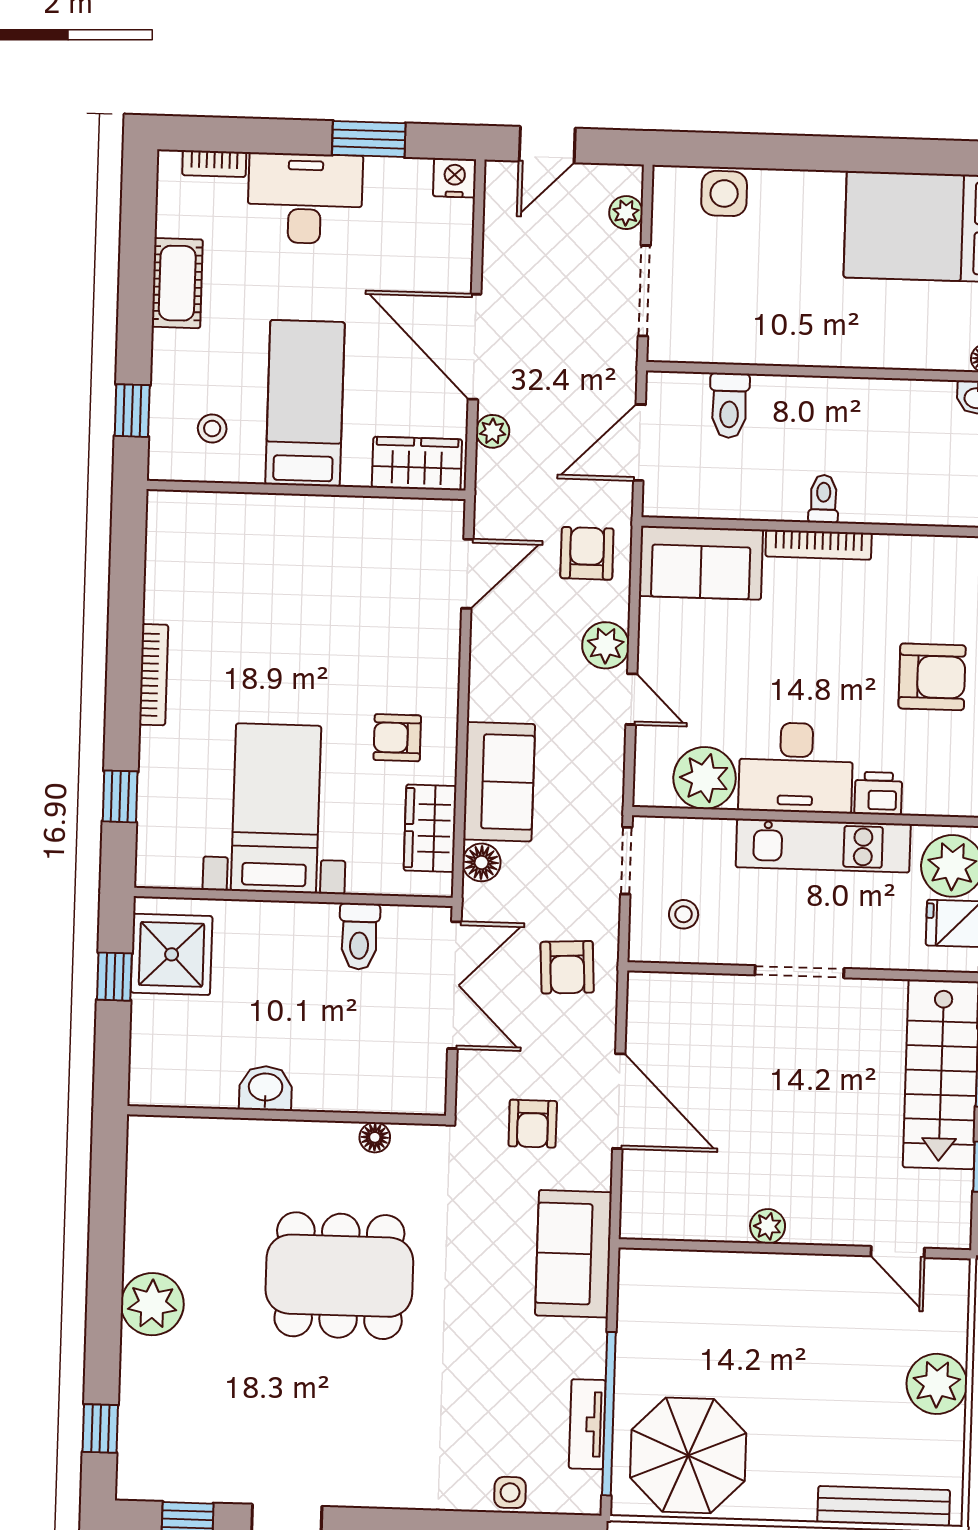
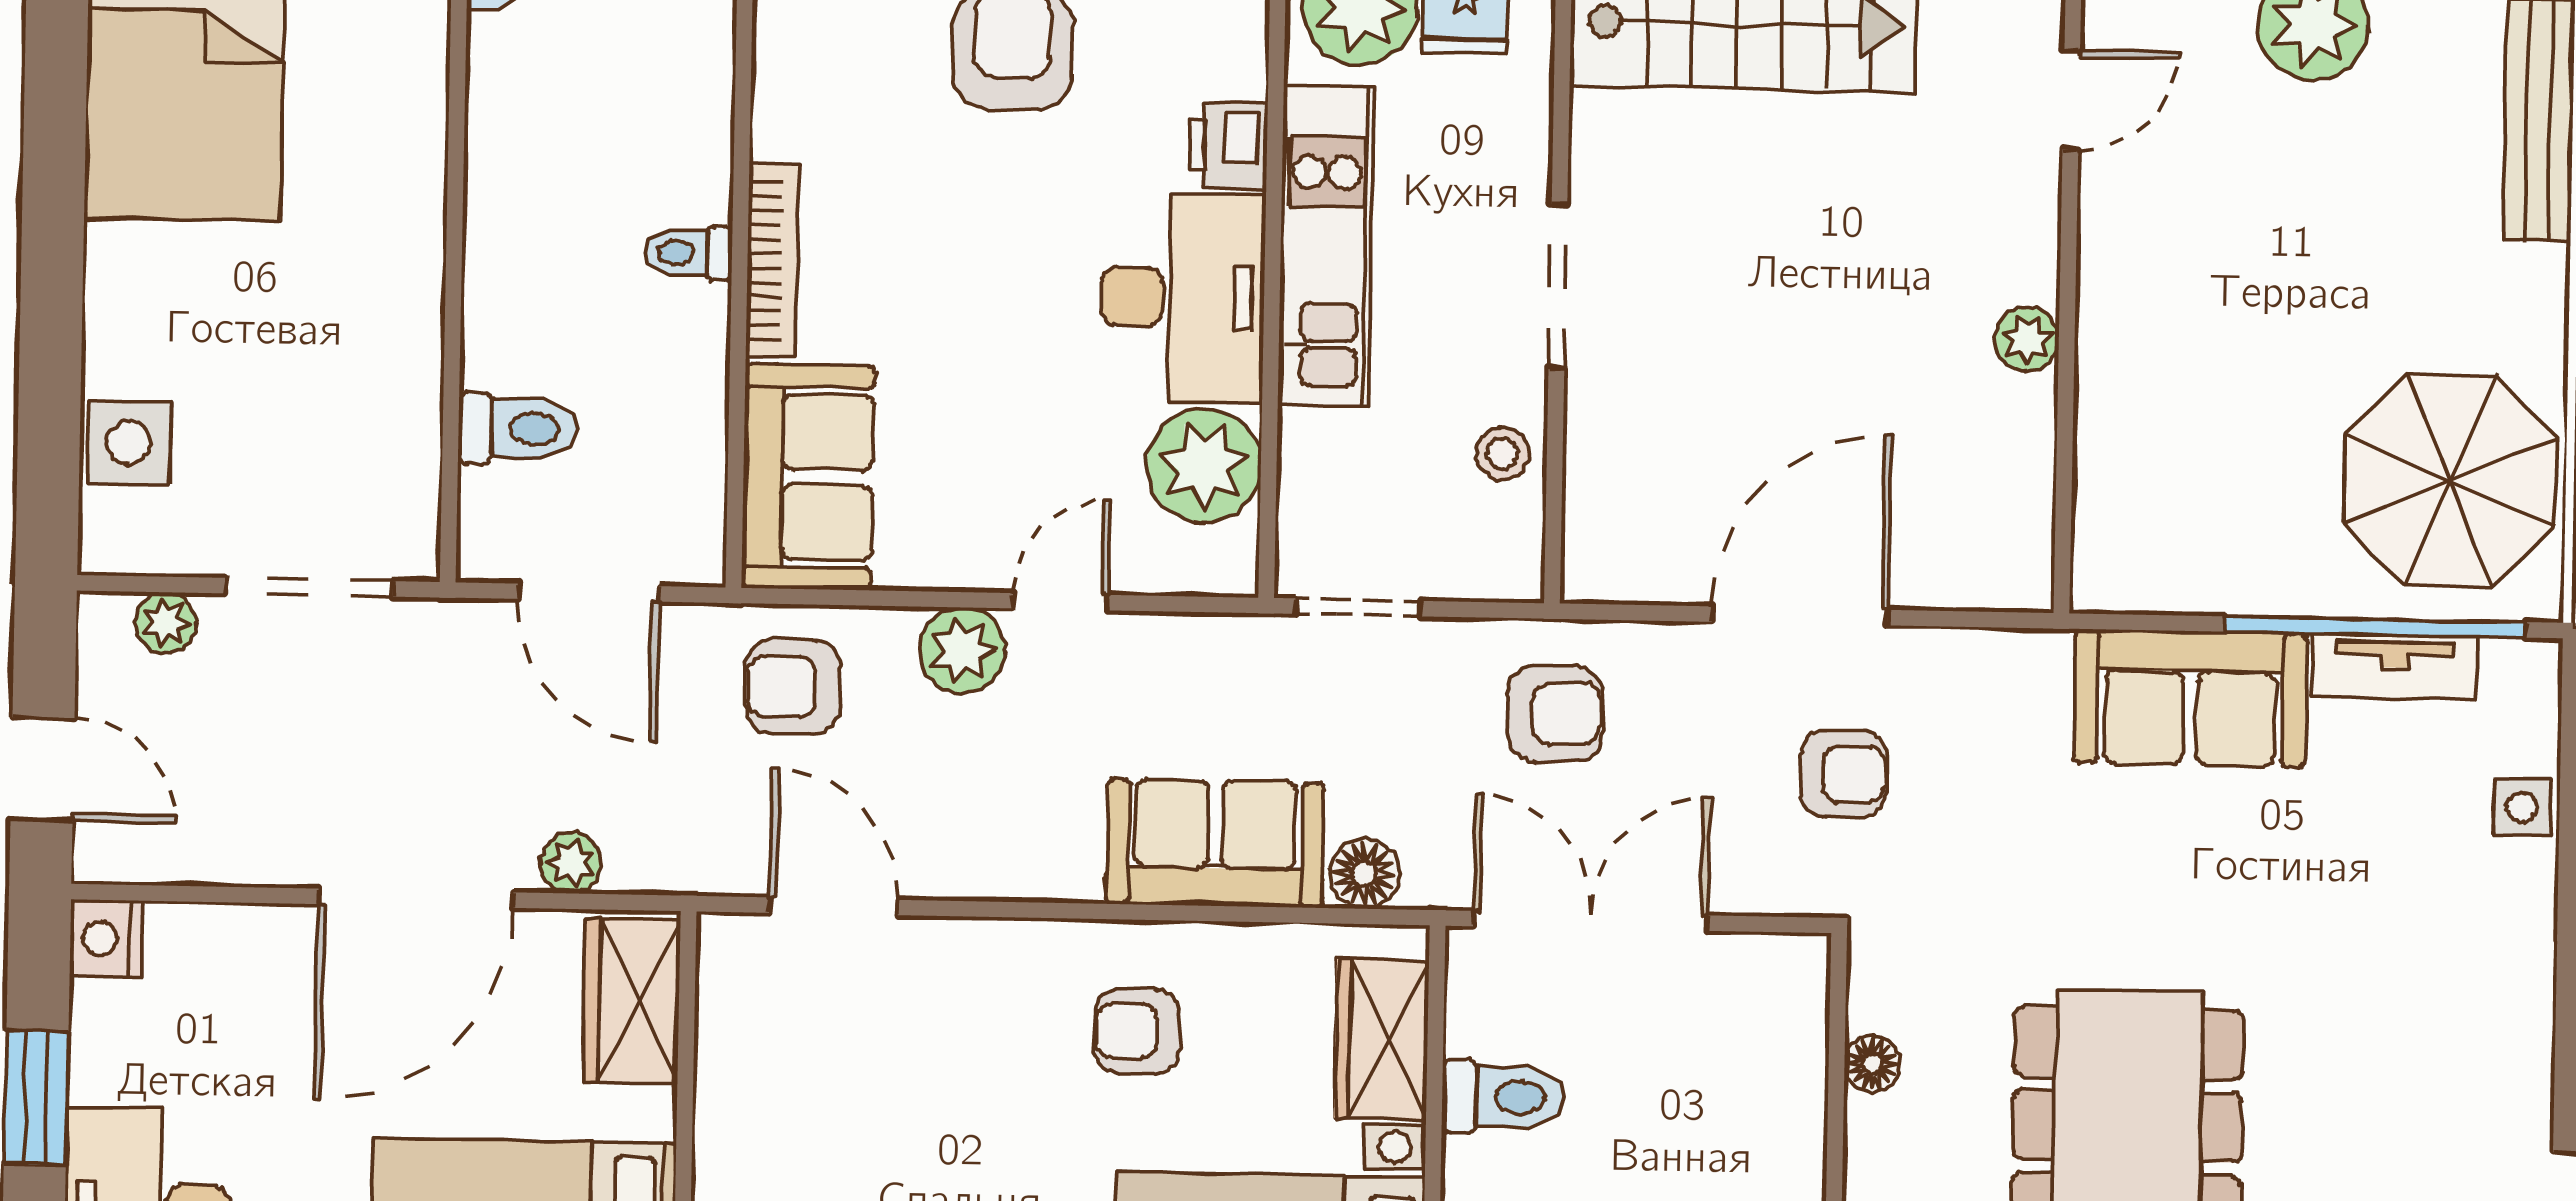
armchair: (397, 738) -> (1137, 1031), turned 90
wardrobe: (430, 828) -> (1382, 1039), moved, turned 90
stool: (684, 914) -> (1502, 454), moved
sofa: (573, 1254) -> (2190, 698), moved

